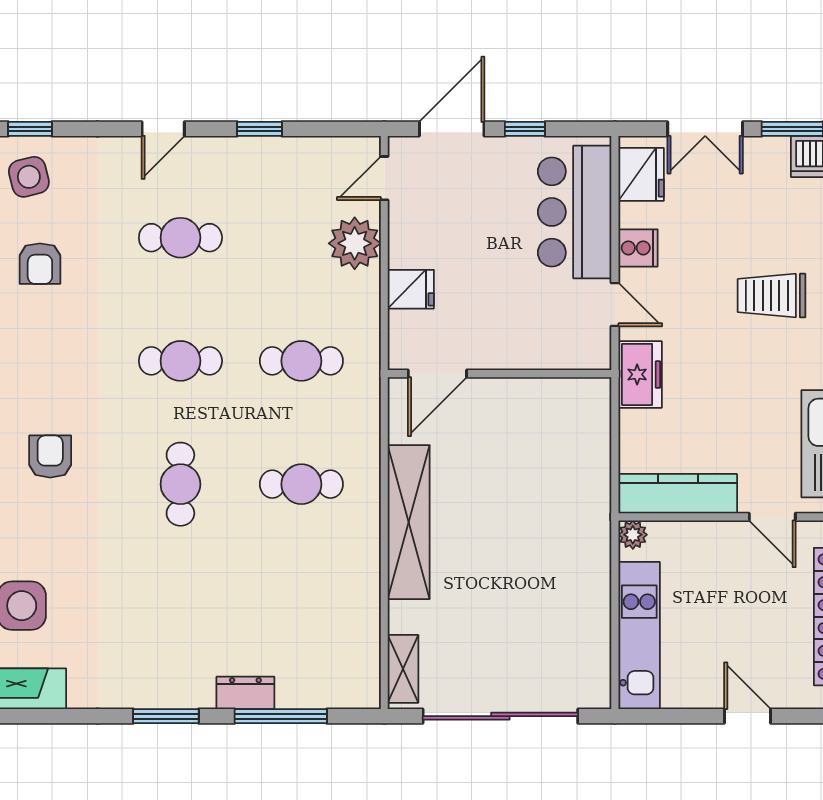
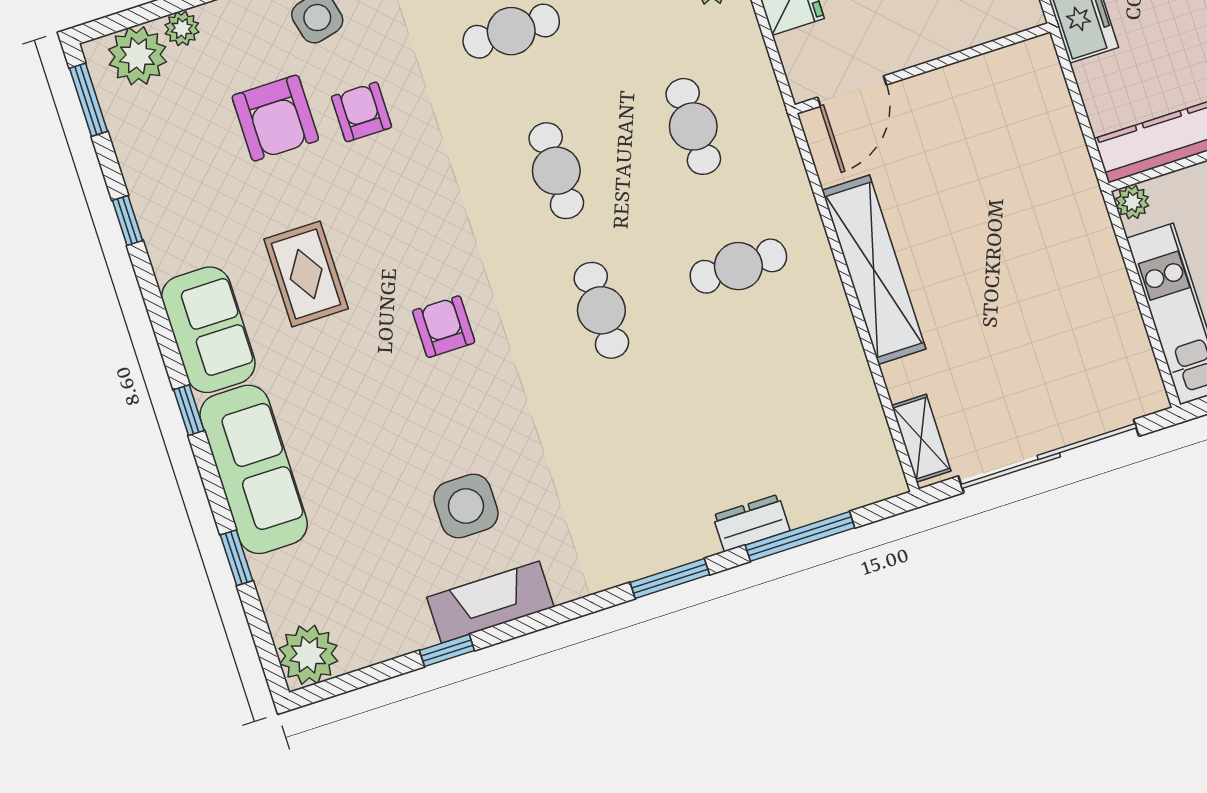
armchair: (40, 264) -> (361, 112), turned 180
cafe table: (180, 361) -> (556, 171), turned 90
cafe table: (301, 361) -> (693, 126), turned 90

